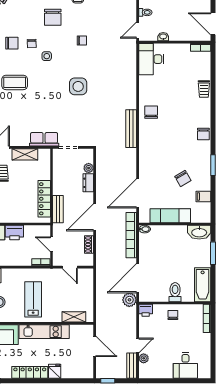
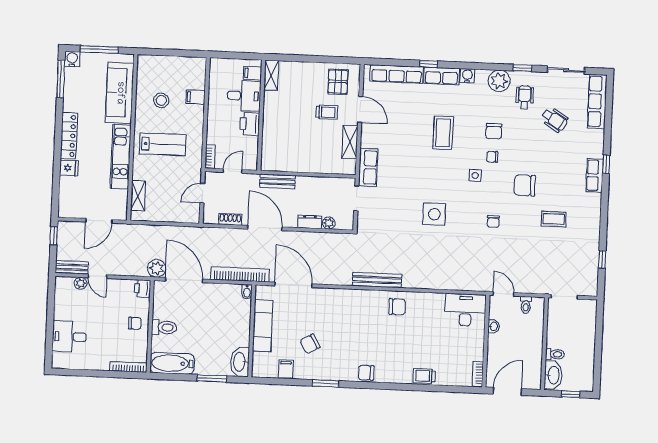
locker: (44, 199) -> (292, 164), removed

